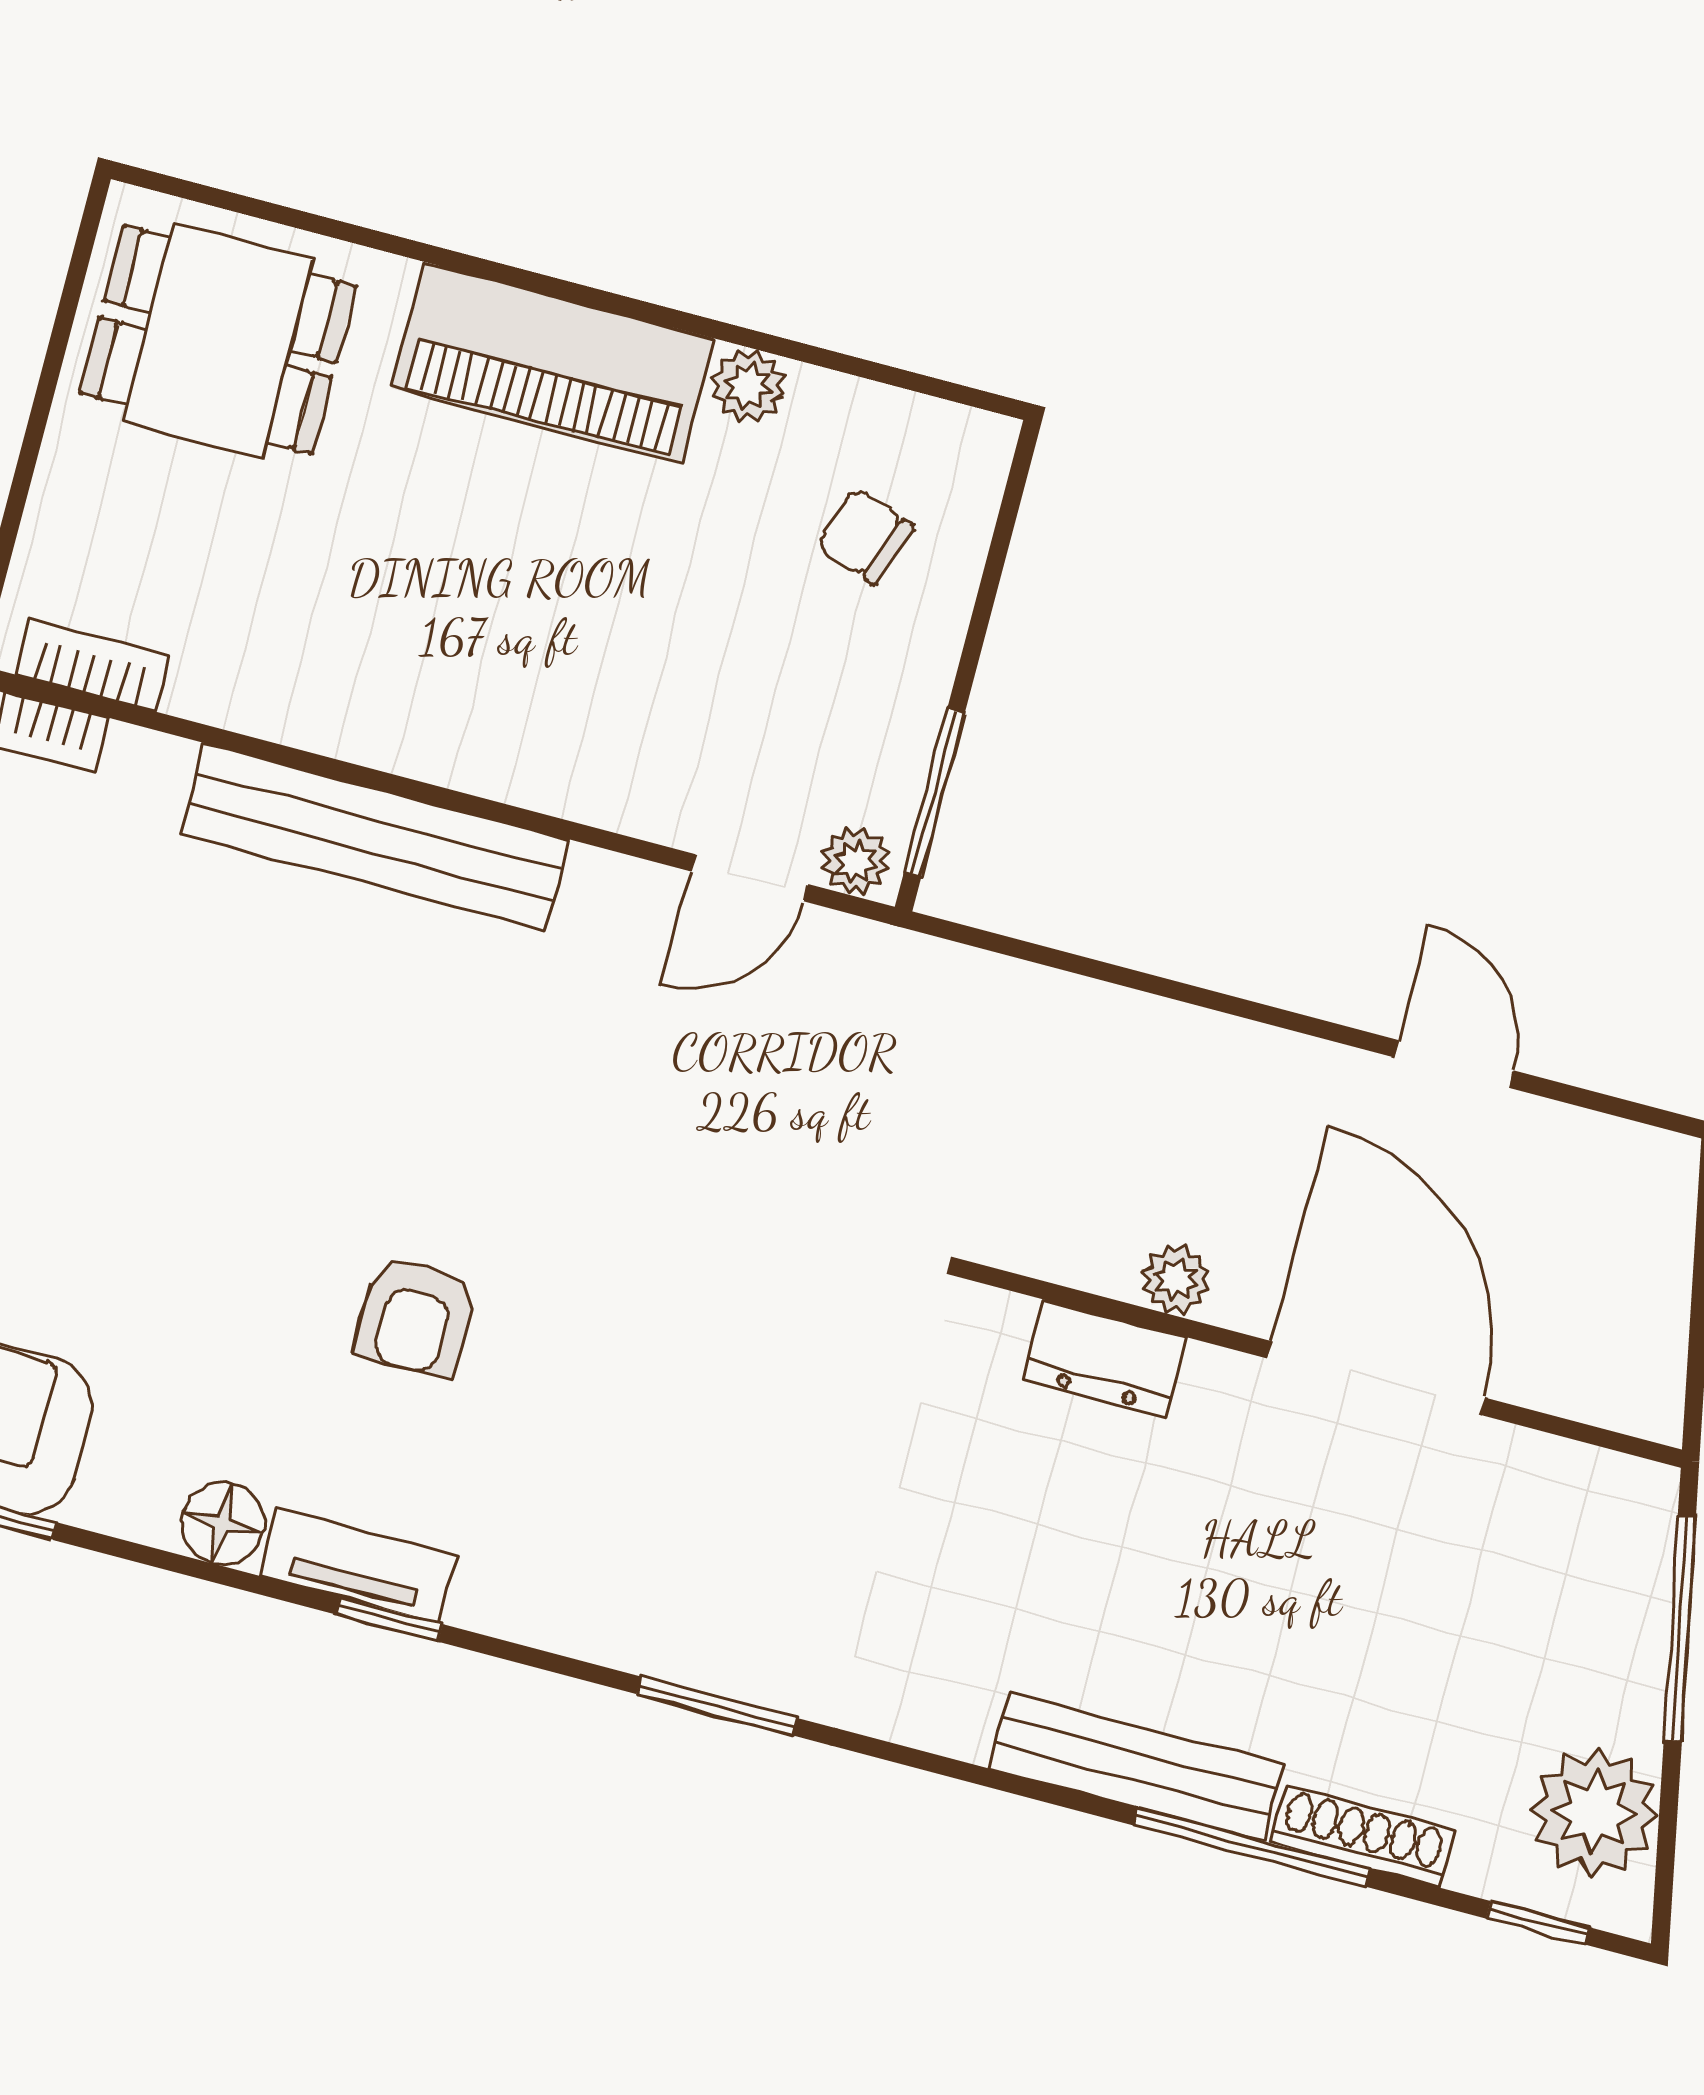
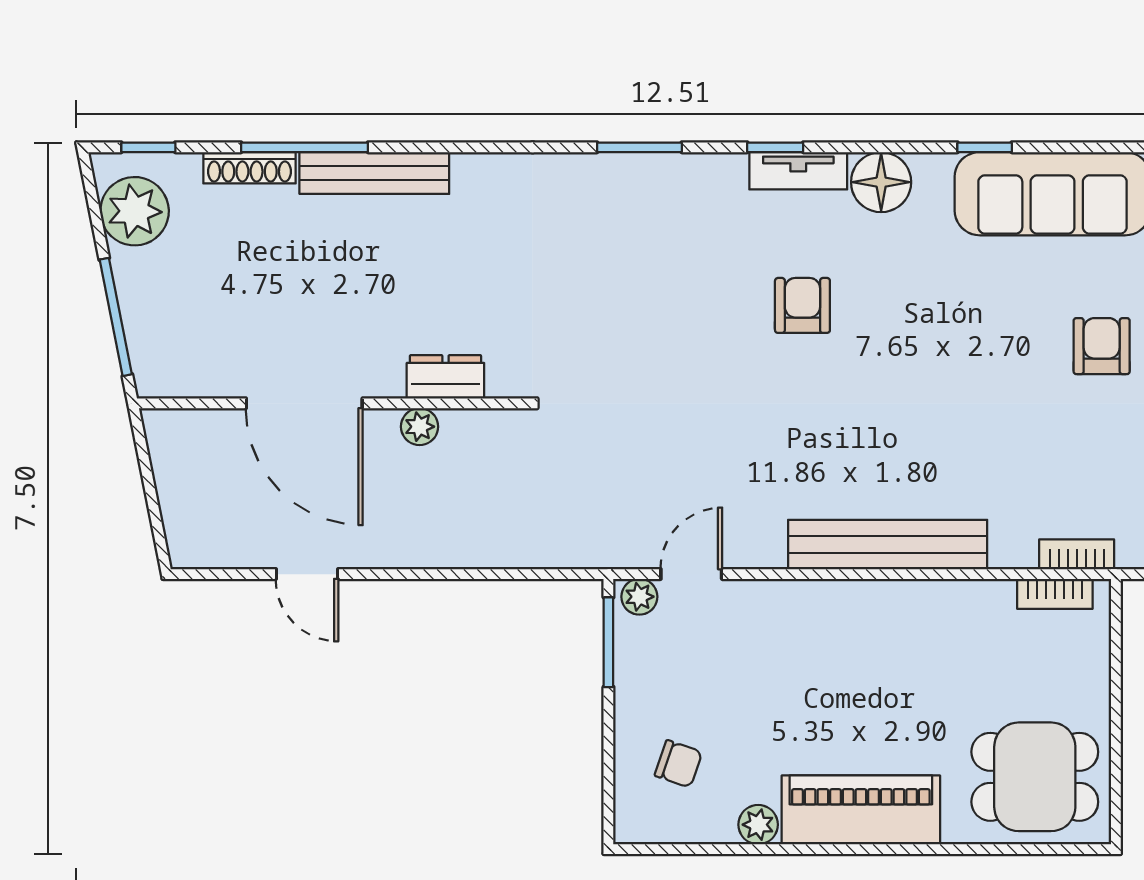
floor lamp: (223, 1523) -> (881, 182), width x1.38, depth x1.38
window: (717, 1706) -> (639, 147), moved

